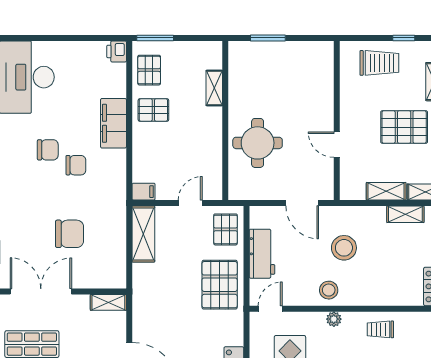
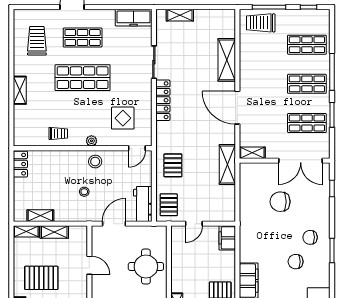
chair: (76, 165) -> (310, 237), moved
filing cabinet: (144, 192) -> (227, 238), width x2.00
door: (302, 203) -> (114, 224), hinge flipped
shelving: (143, 234) -> (227, 165), moved
stool: (344, 248) -> (84, 192), width x0.53, depth x0.53
workbench: (262, 254) -> (143, 204), moved
pallet: (220, 285) -> (173, 165), width x0.67, depth x0.71

